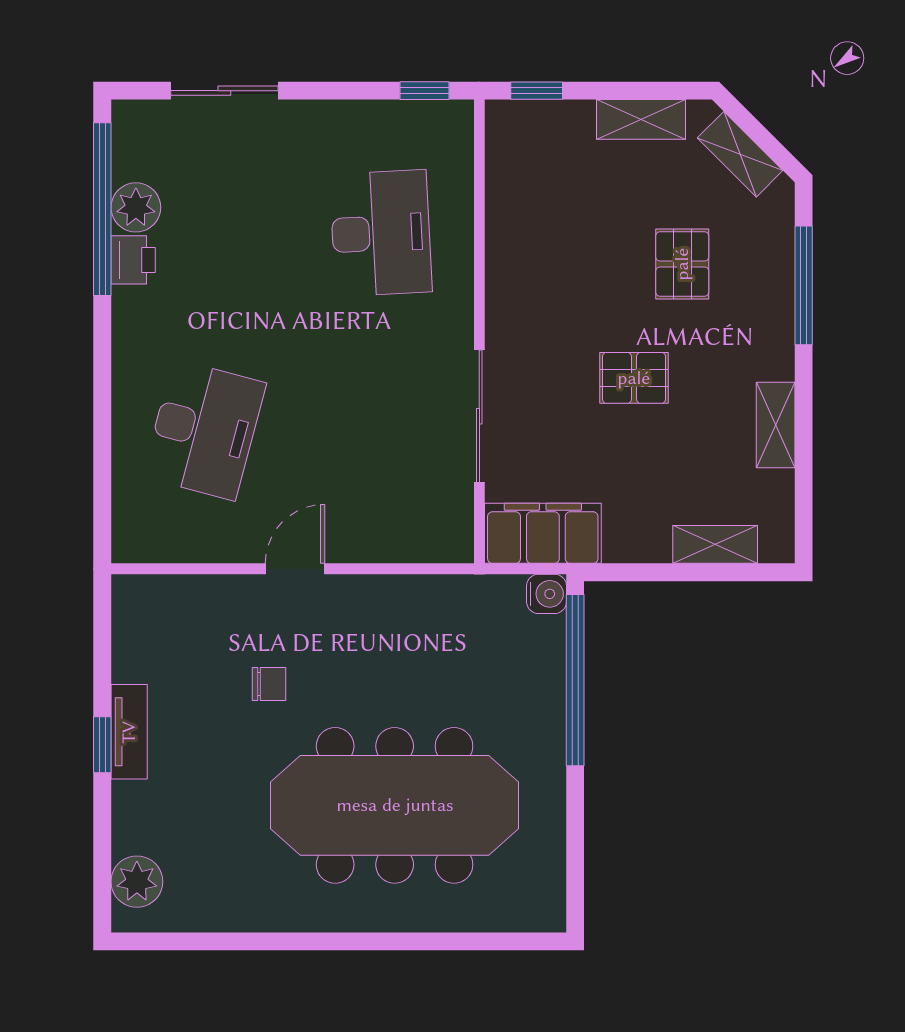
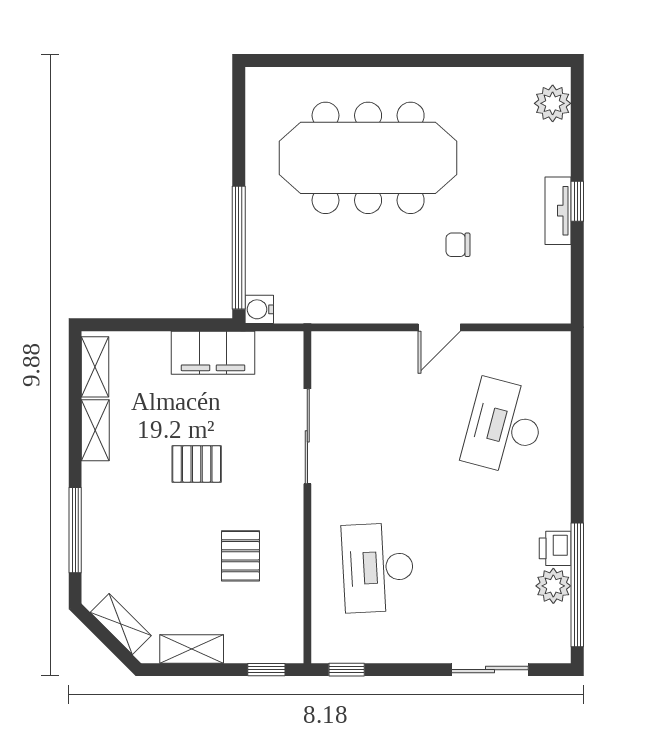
pallet: (682, 264) -> (240, 556), moved
filing cabinet: (543, 533) -> (213, 353), moved
shelving: (715, 544) -> (95, 367), moved, turned 90

